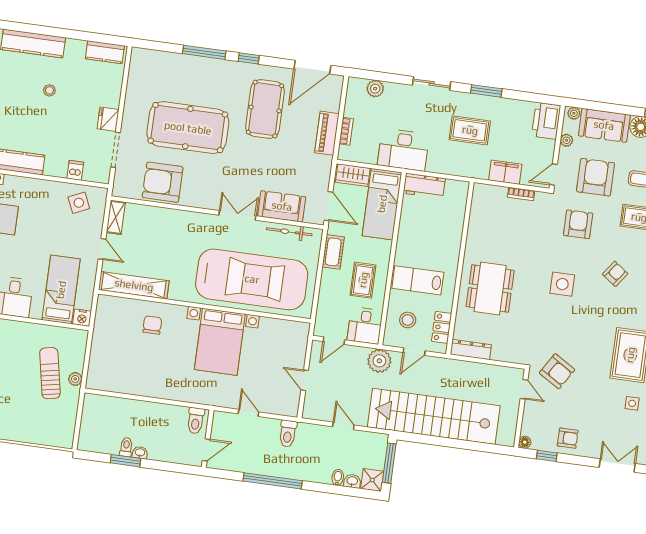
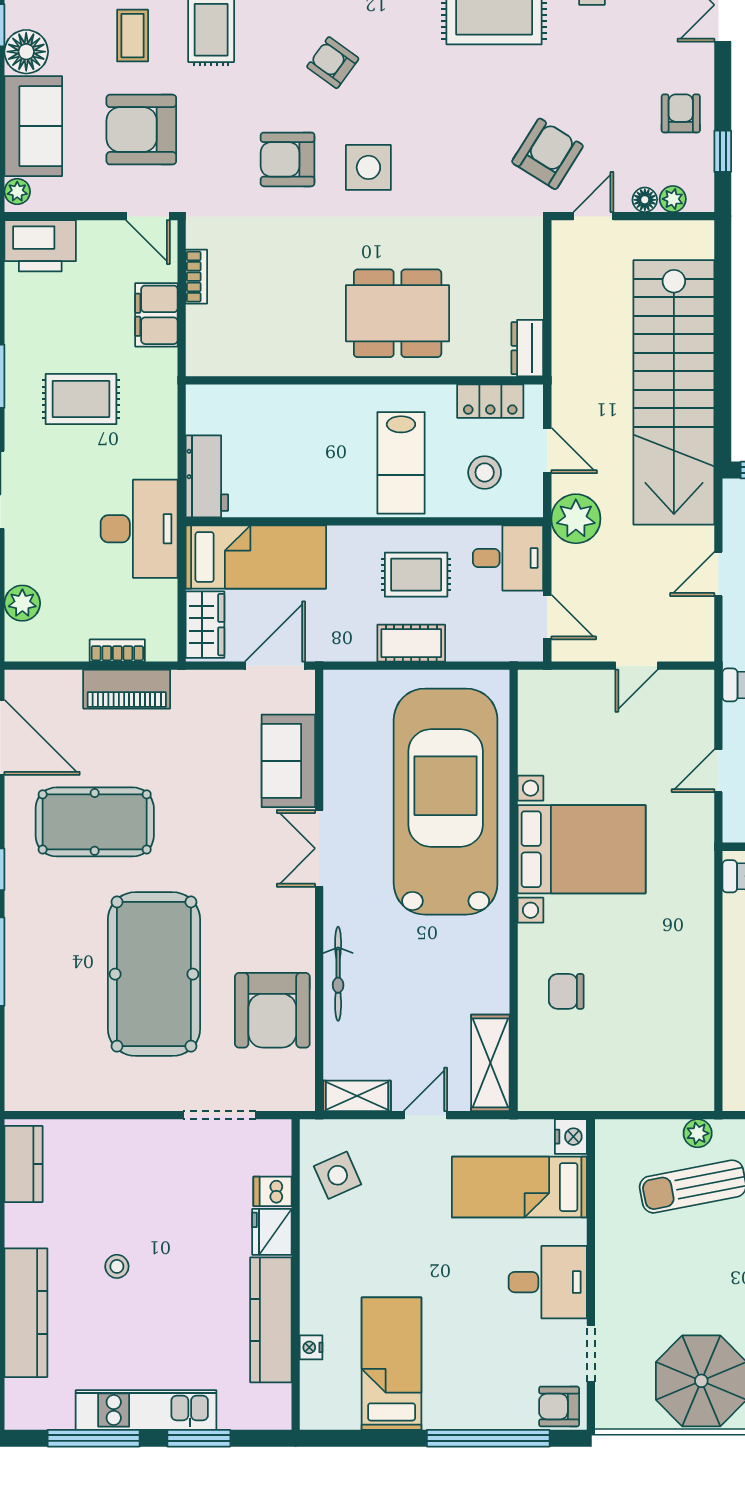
fridge: (108, 119) -> (272, 1232), moved, turned 90
rug: (470, 130) -> (81, 399), turned 90
plant: (566, 140) -> (673, 199), moved
armchair: (578, 224) -> (288, 159), moved
bicycle: (289, 232) -> (338, 974), moved
cot: (333, 252) -> (411, 643), moved
shelving: (134, 285) -> (490, 1063), width x0.68
dresser: (471, 350) -> (527, 348), width x0.70
floor lamp: (525, 442) -> (645, 200), moved

